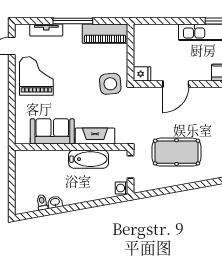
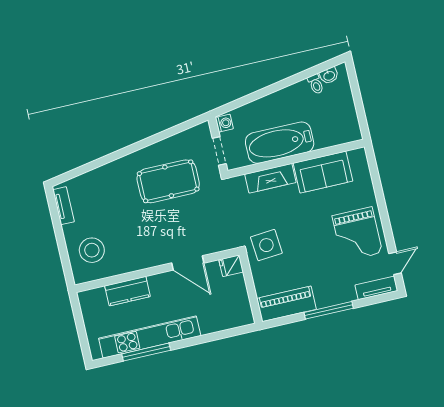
tv unit: (46, 30) -> (376, 288), moved
door: (176, 84) -> (188, 263), swing flipped
bathtub: (89, 159) -> (280, 143), width x1.36, depth x1.36
washbasin: (55, 202) -> (329, 76), moved

